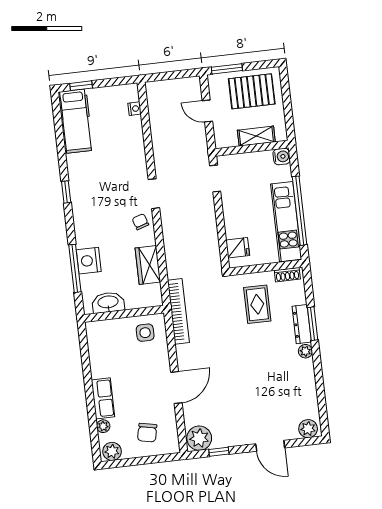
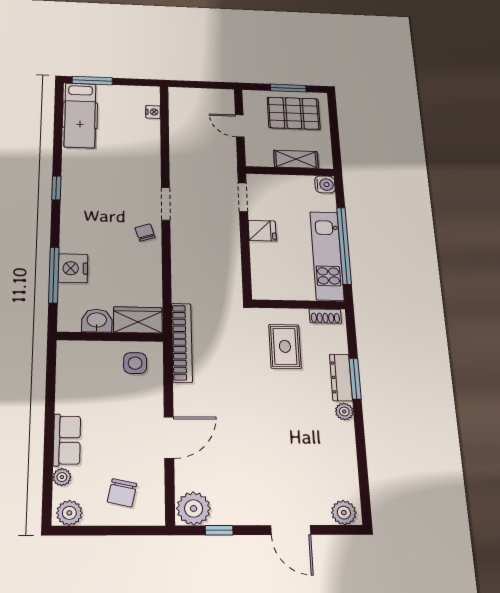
window: (227, 69) -> (288, 88), moved
window: (81, 86) -> (92, 81), width x1.50
fridge: (238, 248) -> (262, 231), moved
wardrobe: (148, 265) -> (138, 320), moved, turned 90
washbasin: (108, 302) -> (97, 321), width x0.72

